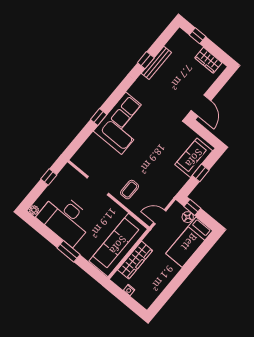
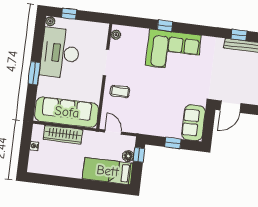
sofa: (194, 158) -> (193, 123), moved, turned -90
plant: (80, 163) -> (116, 35), added
window: (49, 177) -> (69, 14), moved

